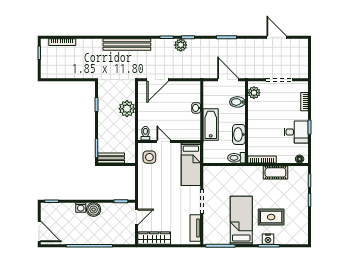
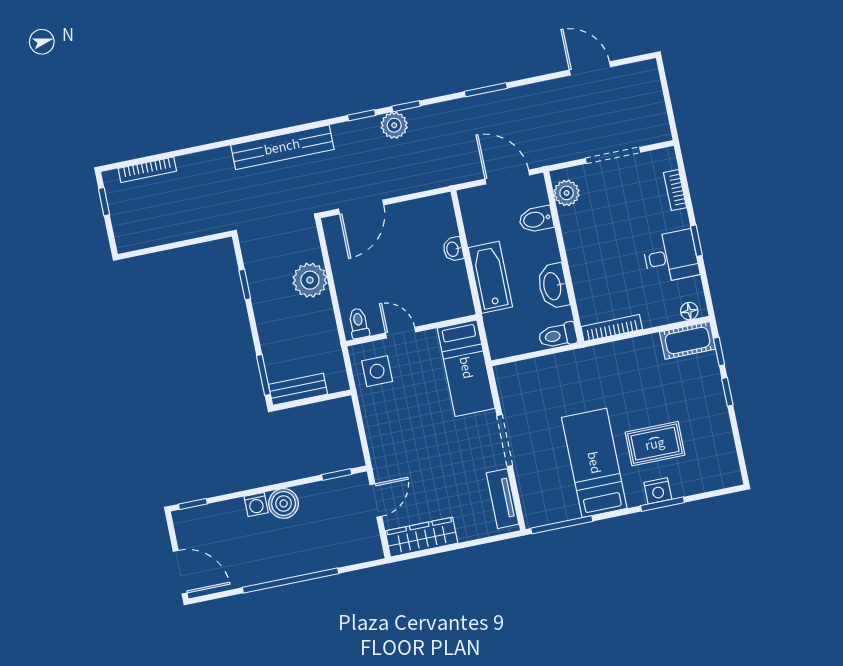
cot: (275, 172) -> (688, 341), moved

